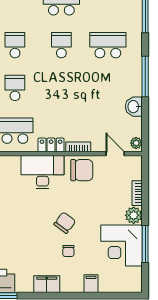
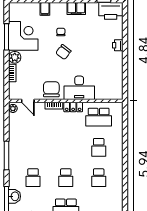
school desk: (108, 45) -> (33, 178), width x0.54
washbasin: (134, 107) -> (15, 196), moved
chair: (82, 170) -> (51, 89), turned 90

